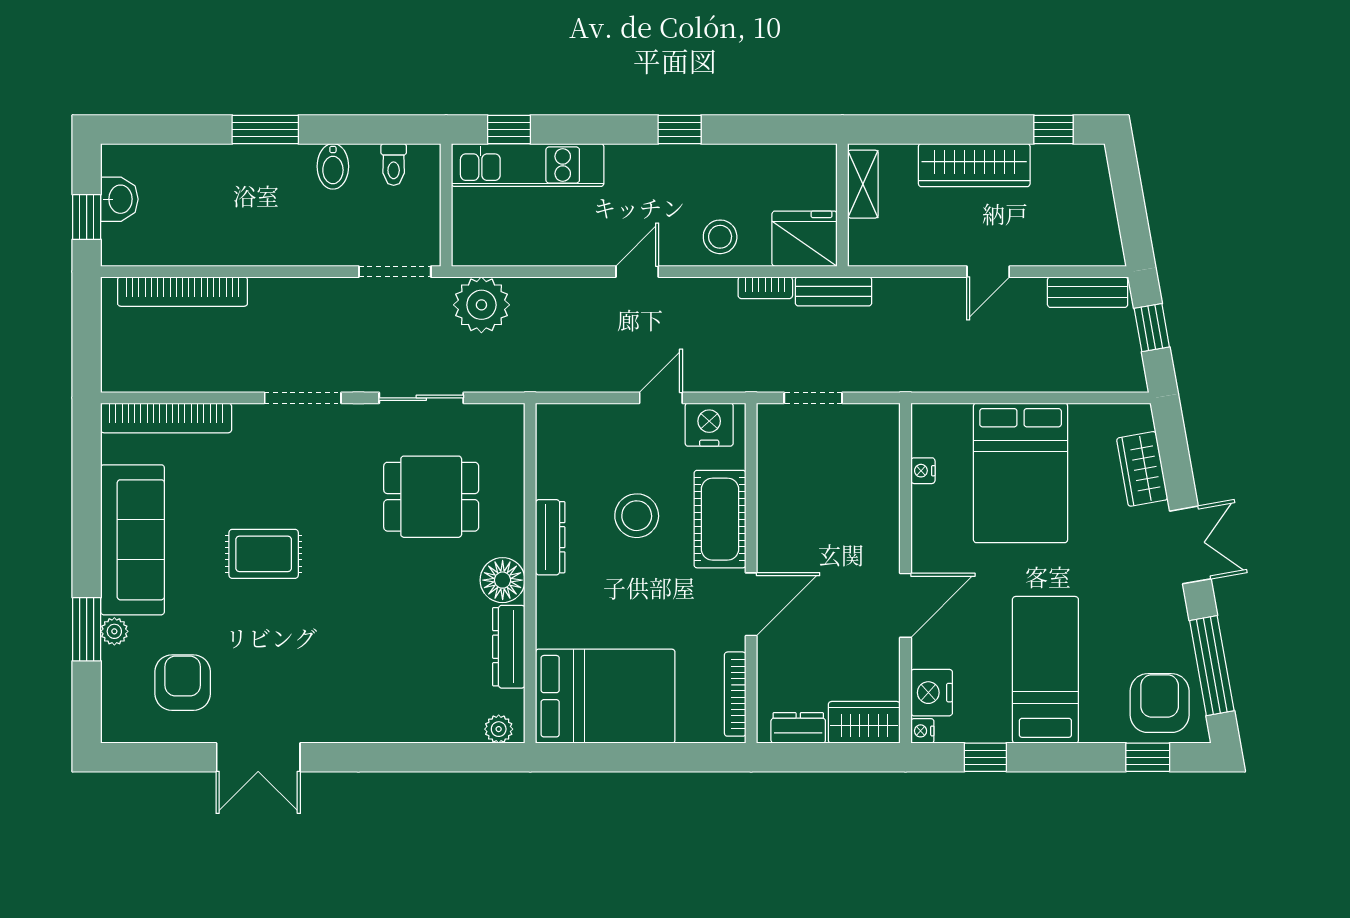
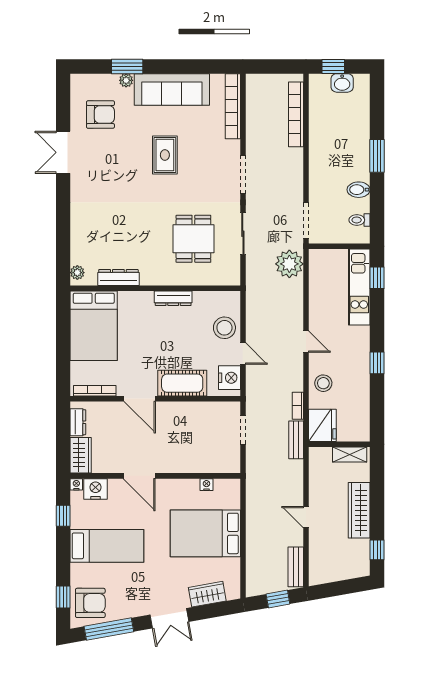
stool: (637, 516) -> (224, 328), moved
floor lamp: (503, 580) -> (152, 274), removed

